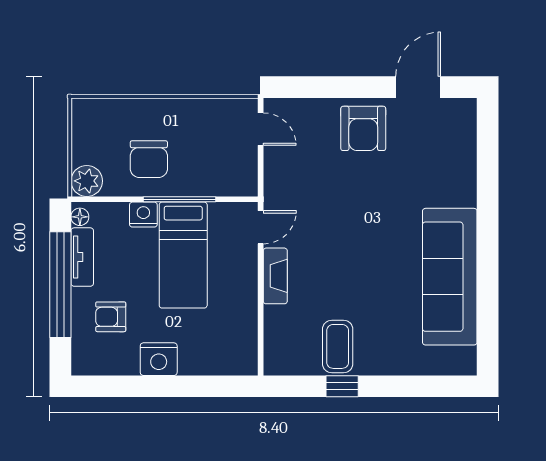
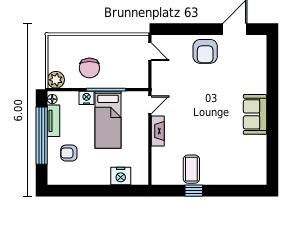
sofa: (450, 277) -> (255, 114), width x0.54, depth x0.79
nightstand: (159, 359) -> (121, 176), moved

